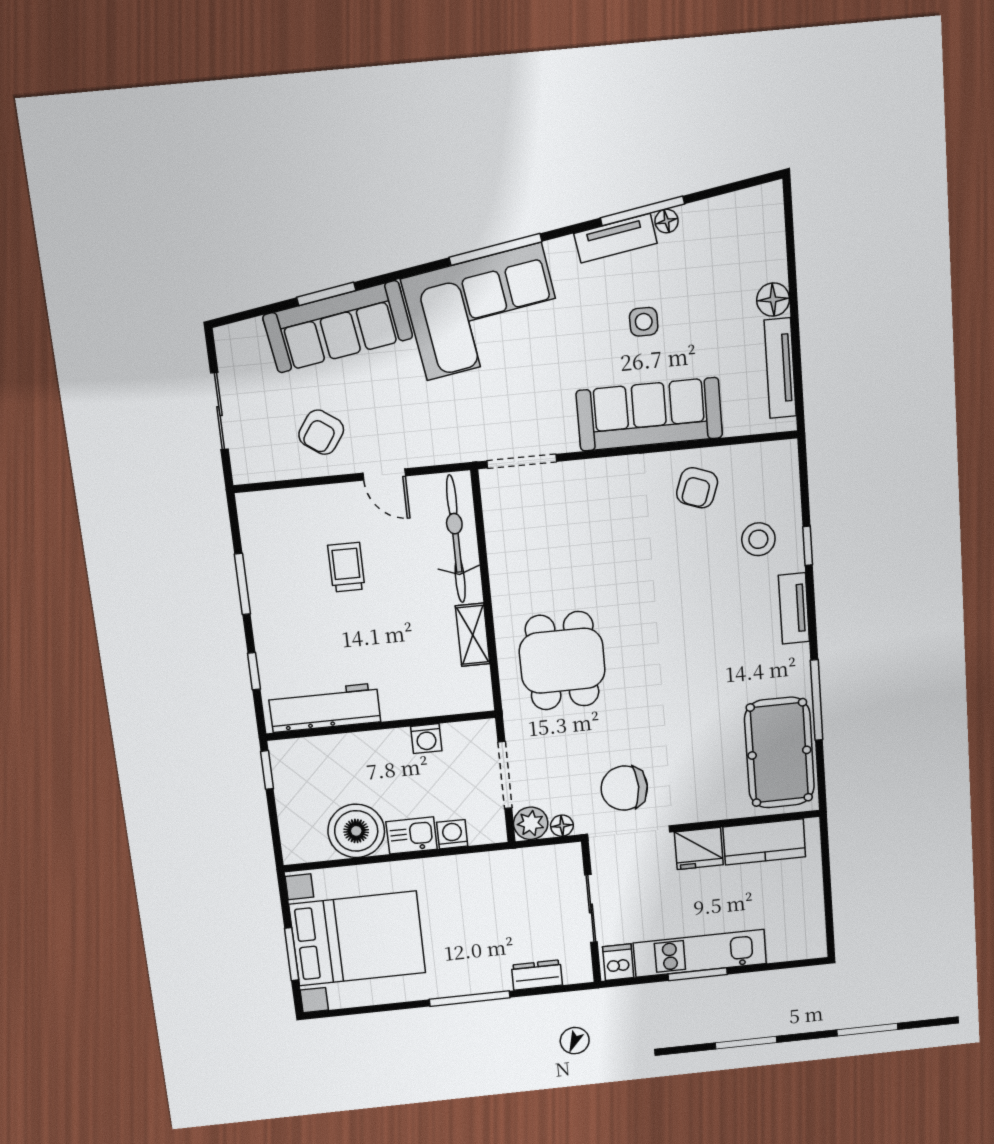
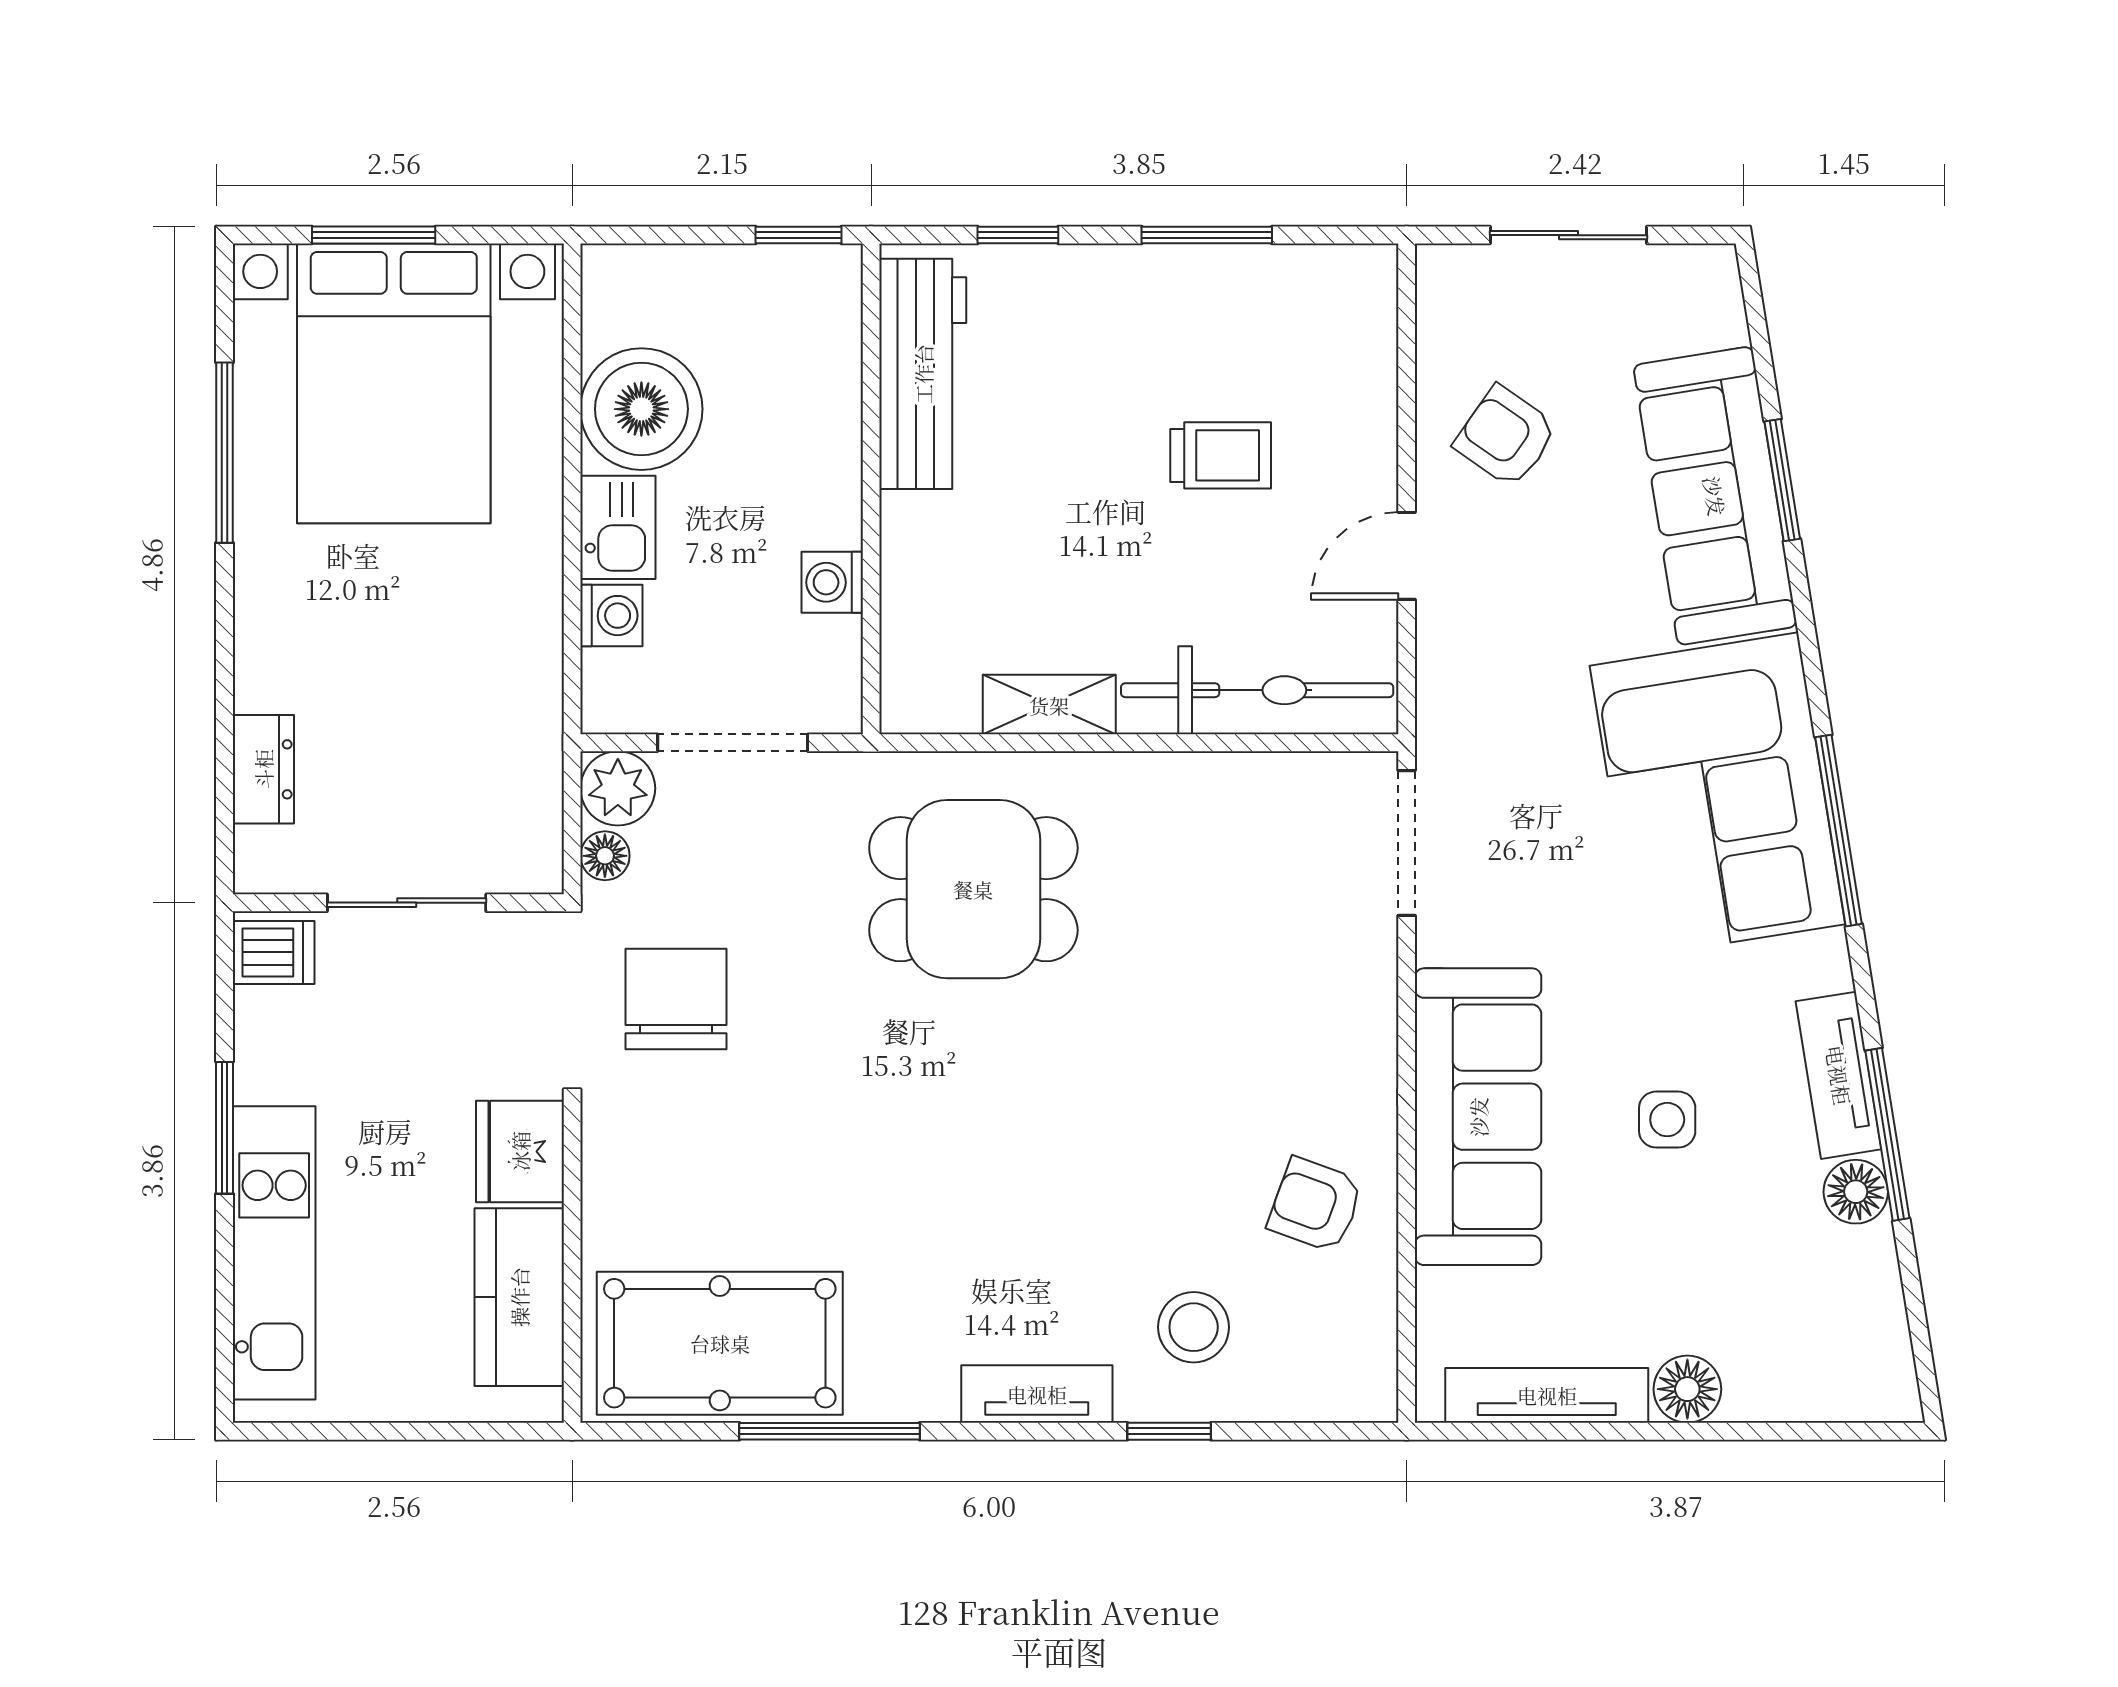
floor lamp: (667, 221) -> (1856, 1192), width x1.37, depth x1.37
kitchen unit: (700, 953) -> (274, 1253), moved
window: (470, 999) -> (224, 453), moved

